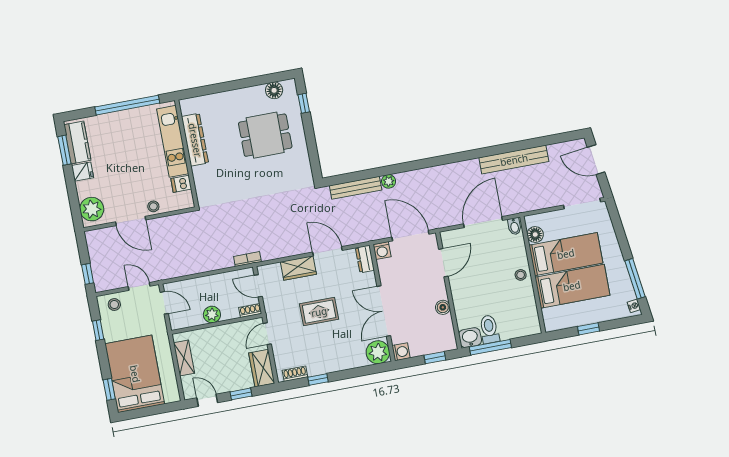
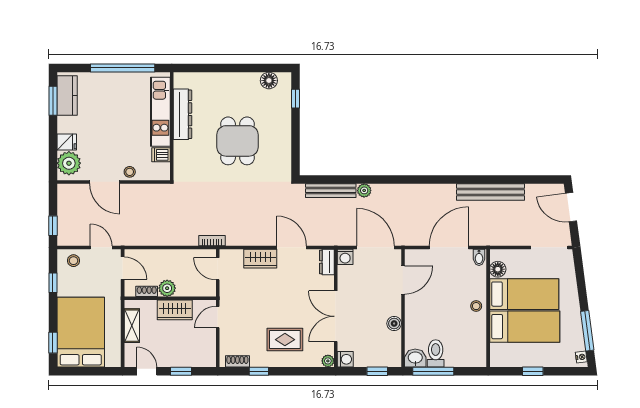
dining table: (265, 135) -> (238, 141), moved, turned 90
fridge: (83, 172) -> (67, 142), moved
shoe rack: (250, 311) -> (147, 291), moved
rug: (319, 312) -> (285, 340), moved
plant: (378, 352) -> (328, 361), width x0.53, depth x0.53
wardrobe: (262, 368) -> (175, 310), moved, turned -90

